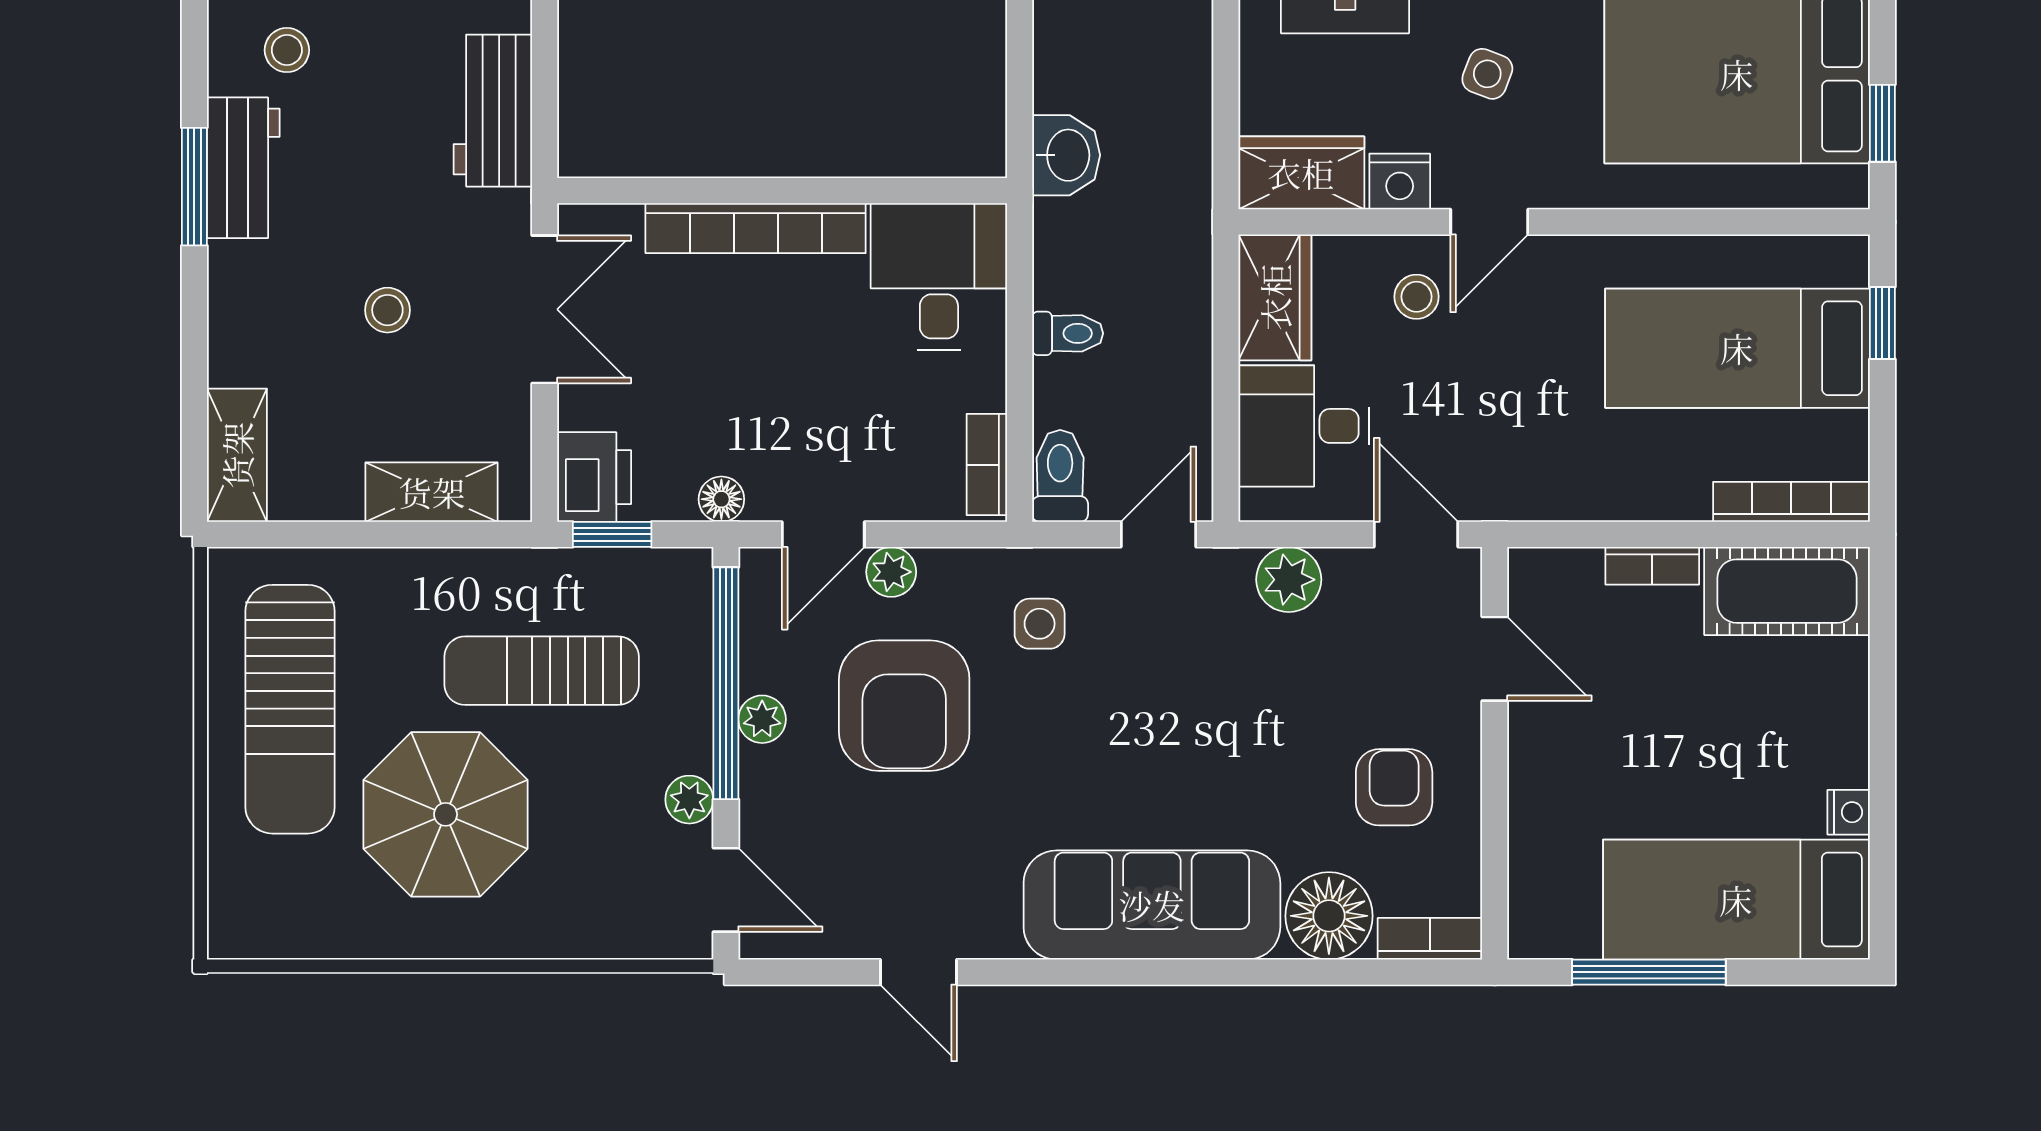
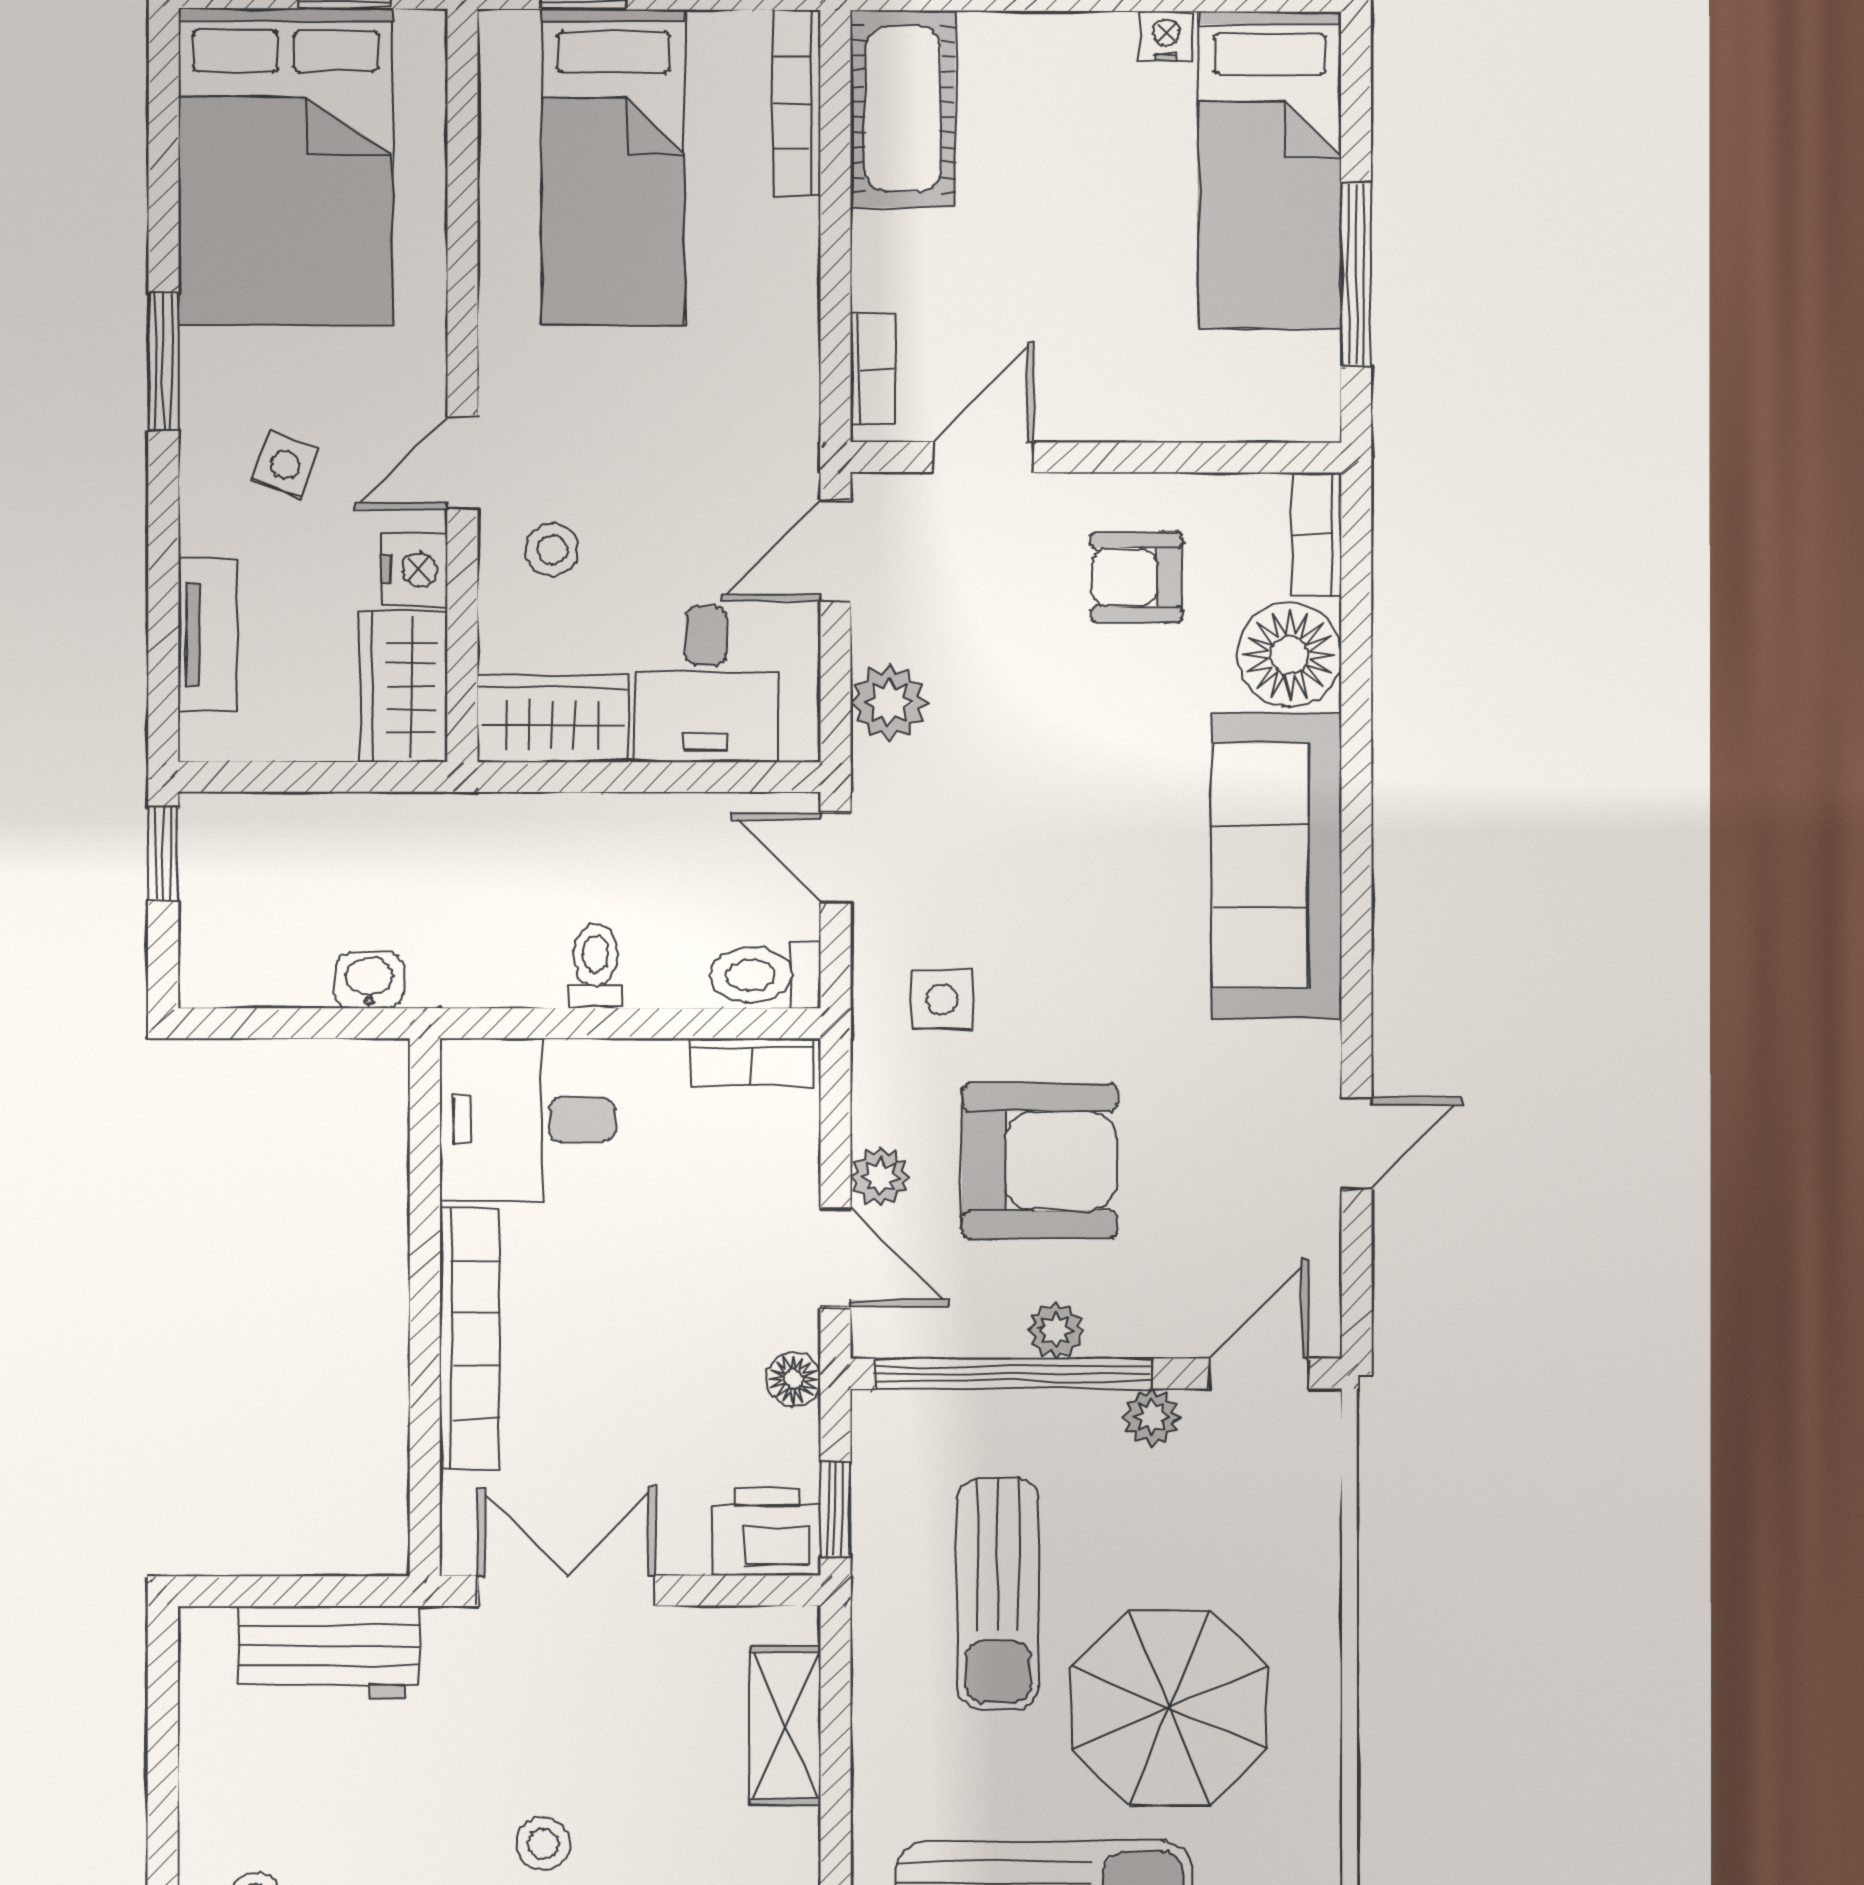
washbasin: (1066, 155) -> (369, 980), width x0.72, depth x0.69
door: (1489, 222) -> (462, 463), swing flipped
stool: (387, 310) -> (543, 1844), moved
bookcase: (1652, 566) -> (873, 369), moved

